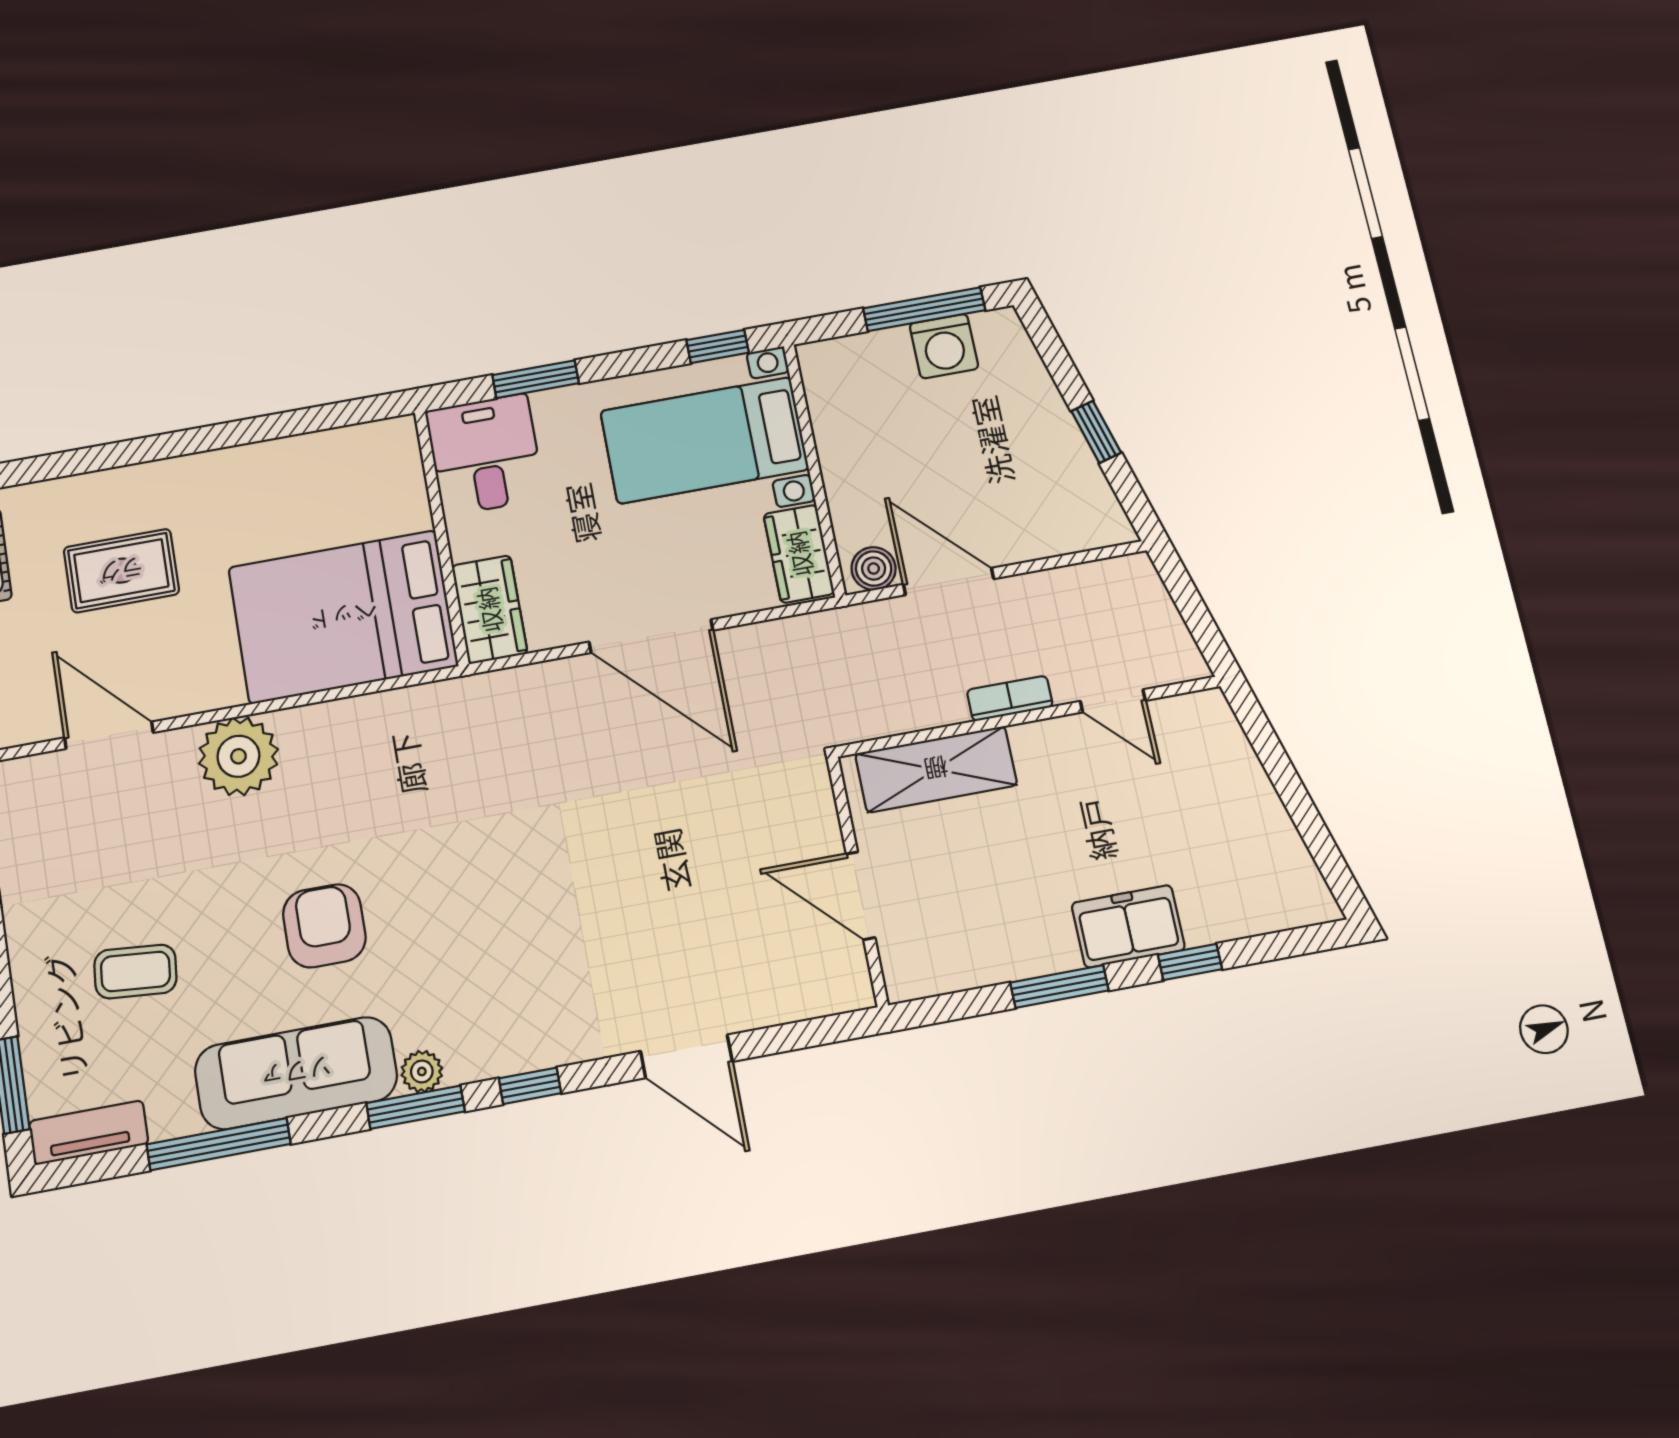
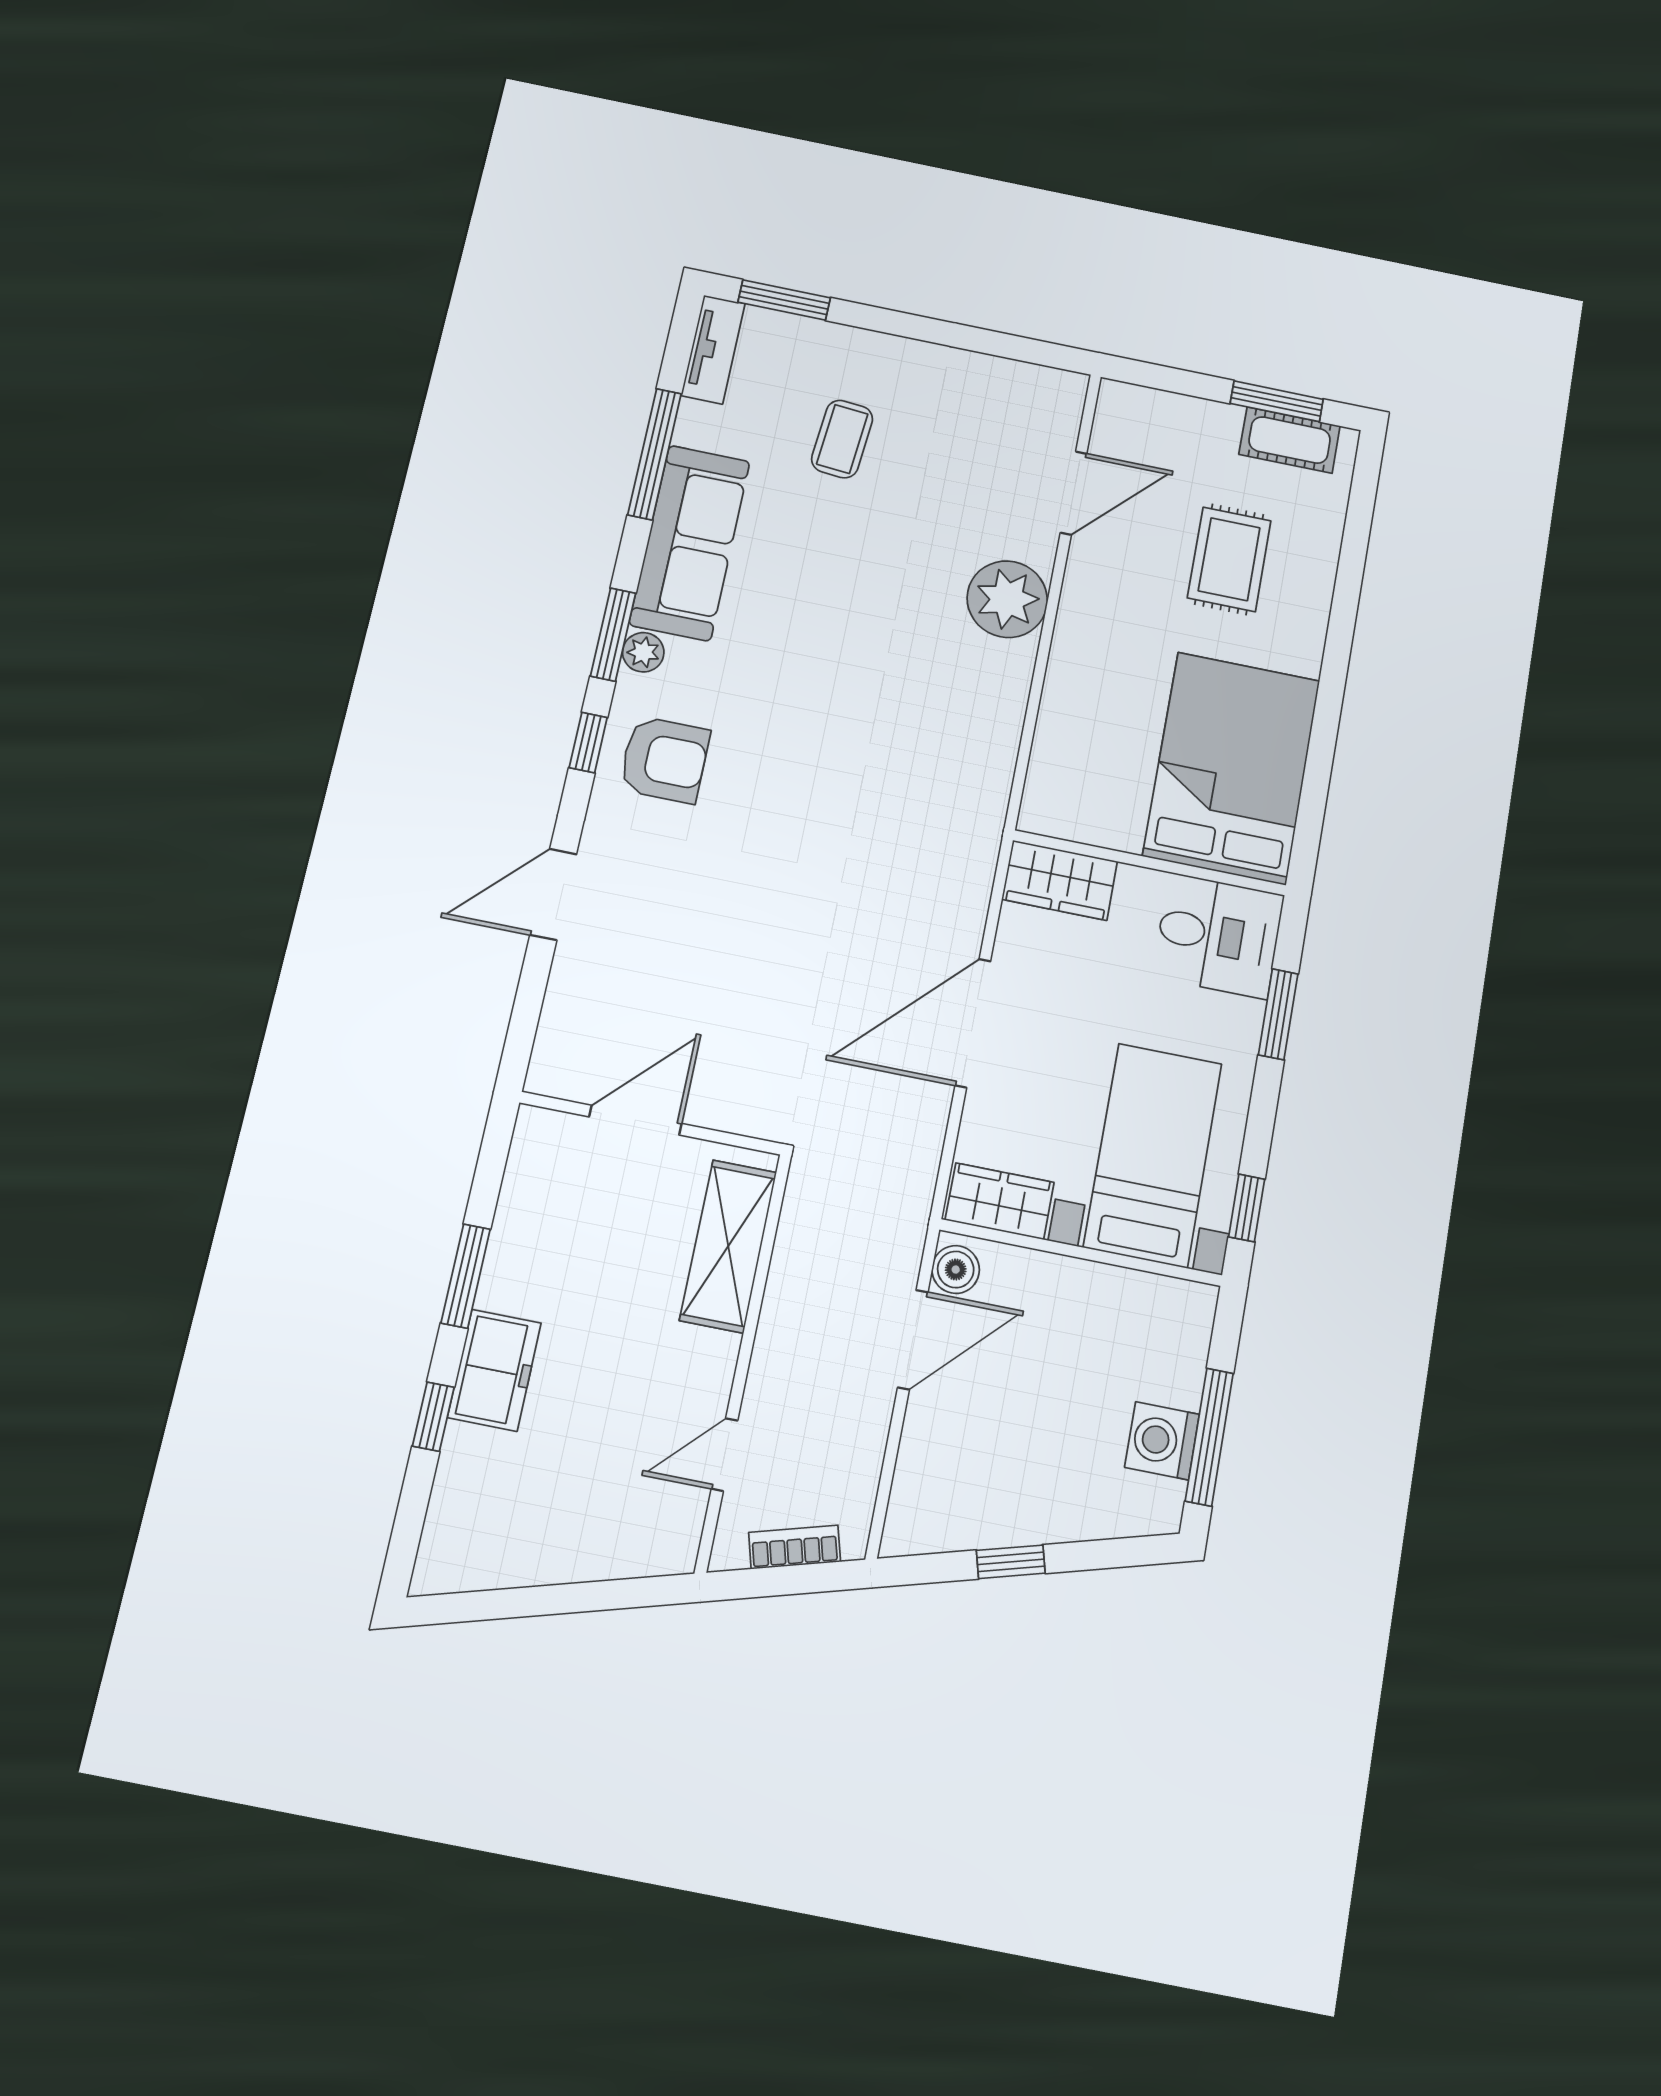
bed: (343, 617) -> (1232, 768), moved
bookcase: (1010, 698) -> (795, 1547), moved, turned -105
armchair: (324, 926) -> (664, 760), moved

